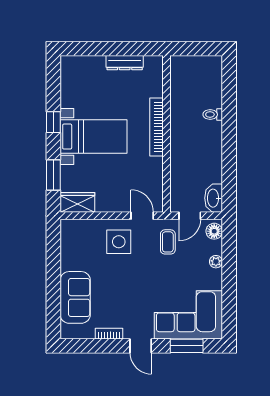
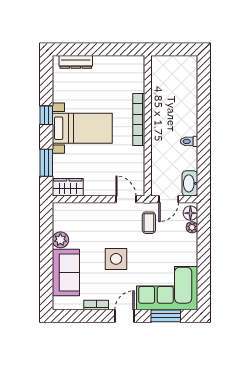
dresser: (125, 63) -> (76, 62), moved
toilet: (213, 114) -> (189, 141), moved
side table: (119, 242) -> (116, 259), moved
plant: (69, 261) -> (60, 240), added
plant: (216, 262) -> (192, 227), moved
door: (141, 346) -> (125, 316), swing flipped

